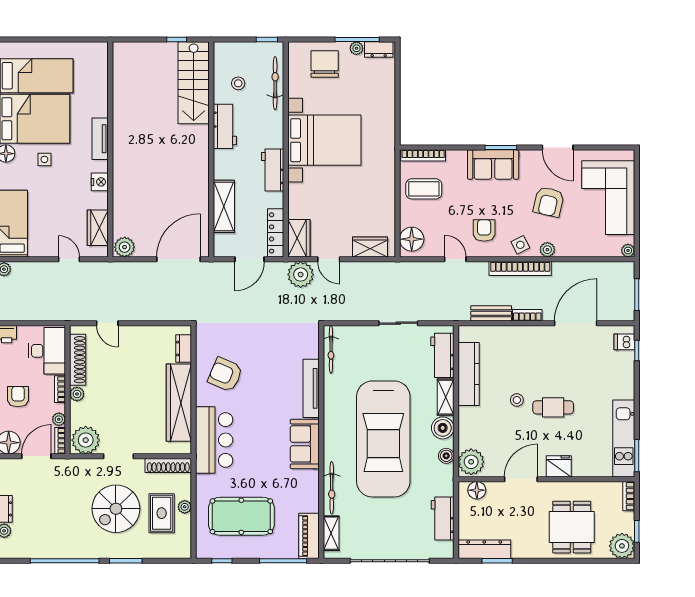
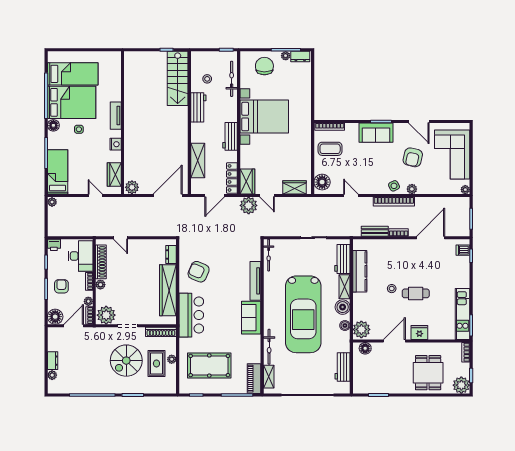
armchair: (484, 230) -> (370, 176), removed
dresser: (484, 549) -> (370, 387), removed

